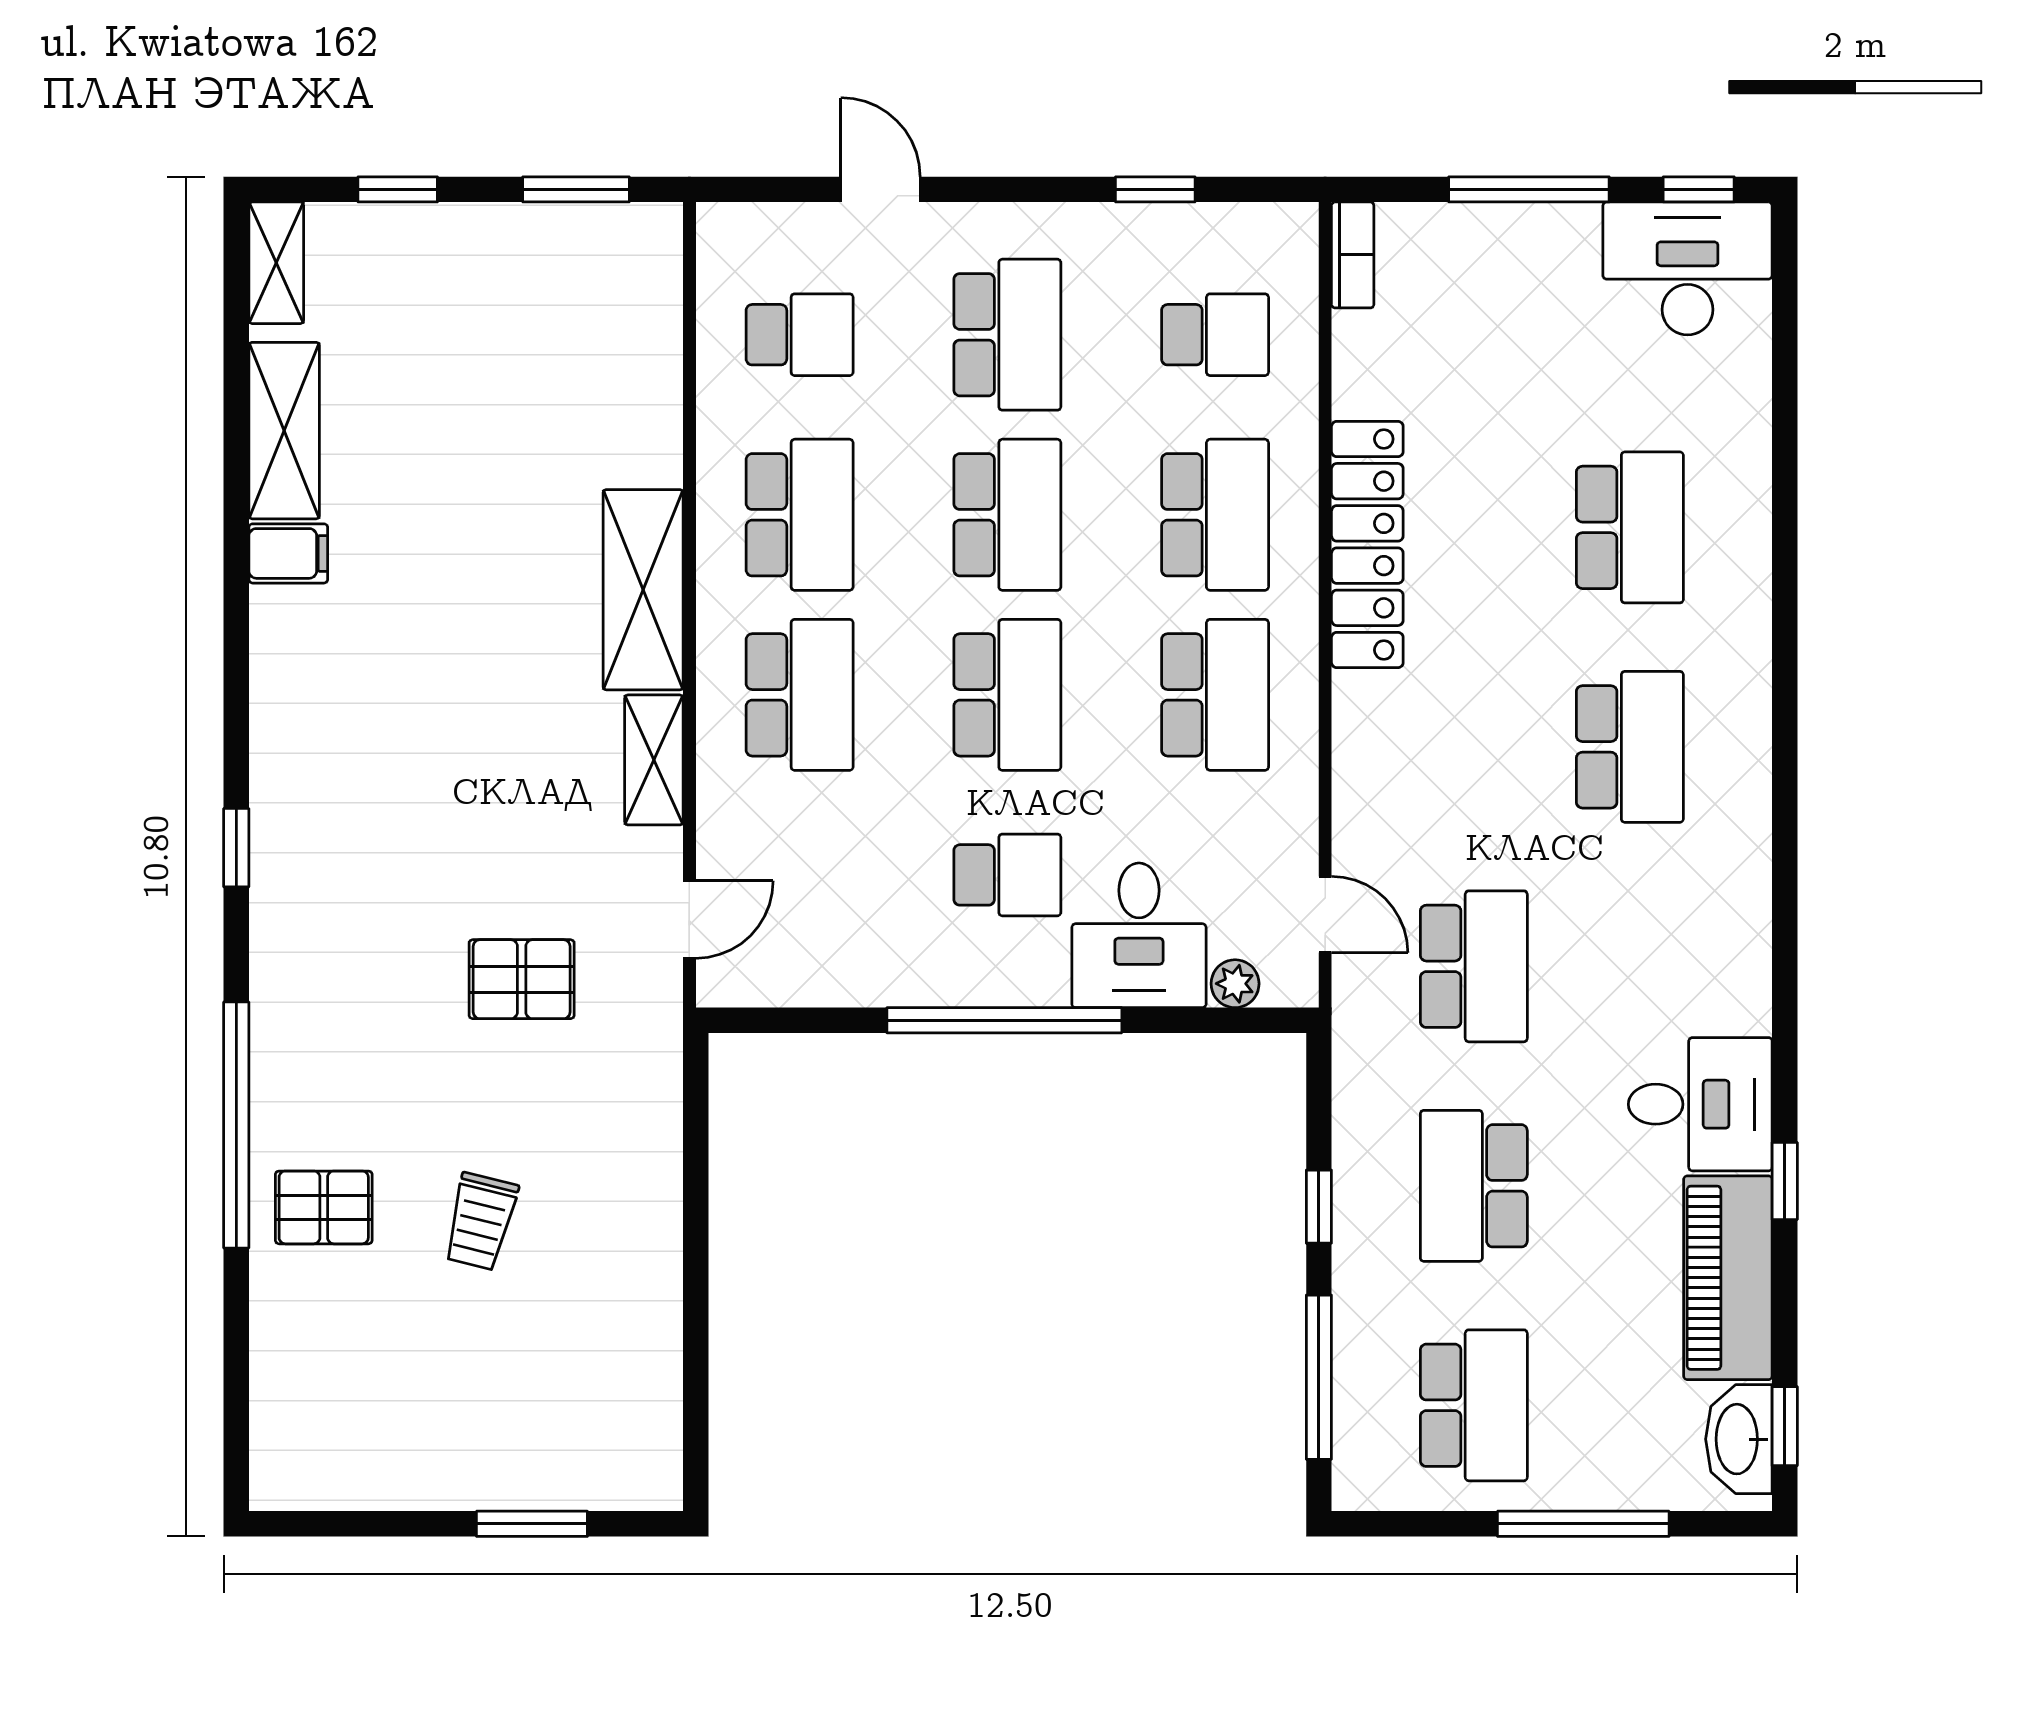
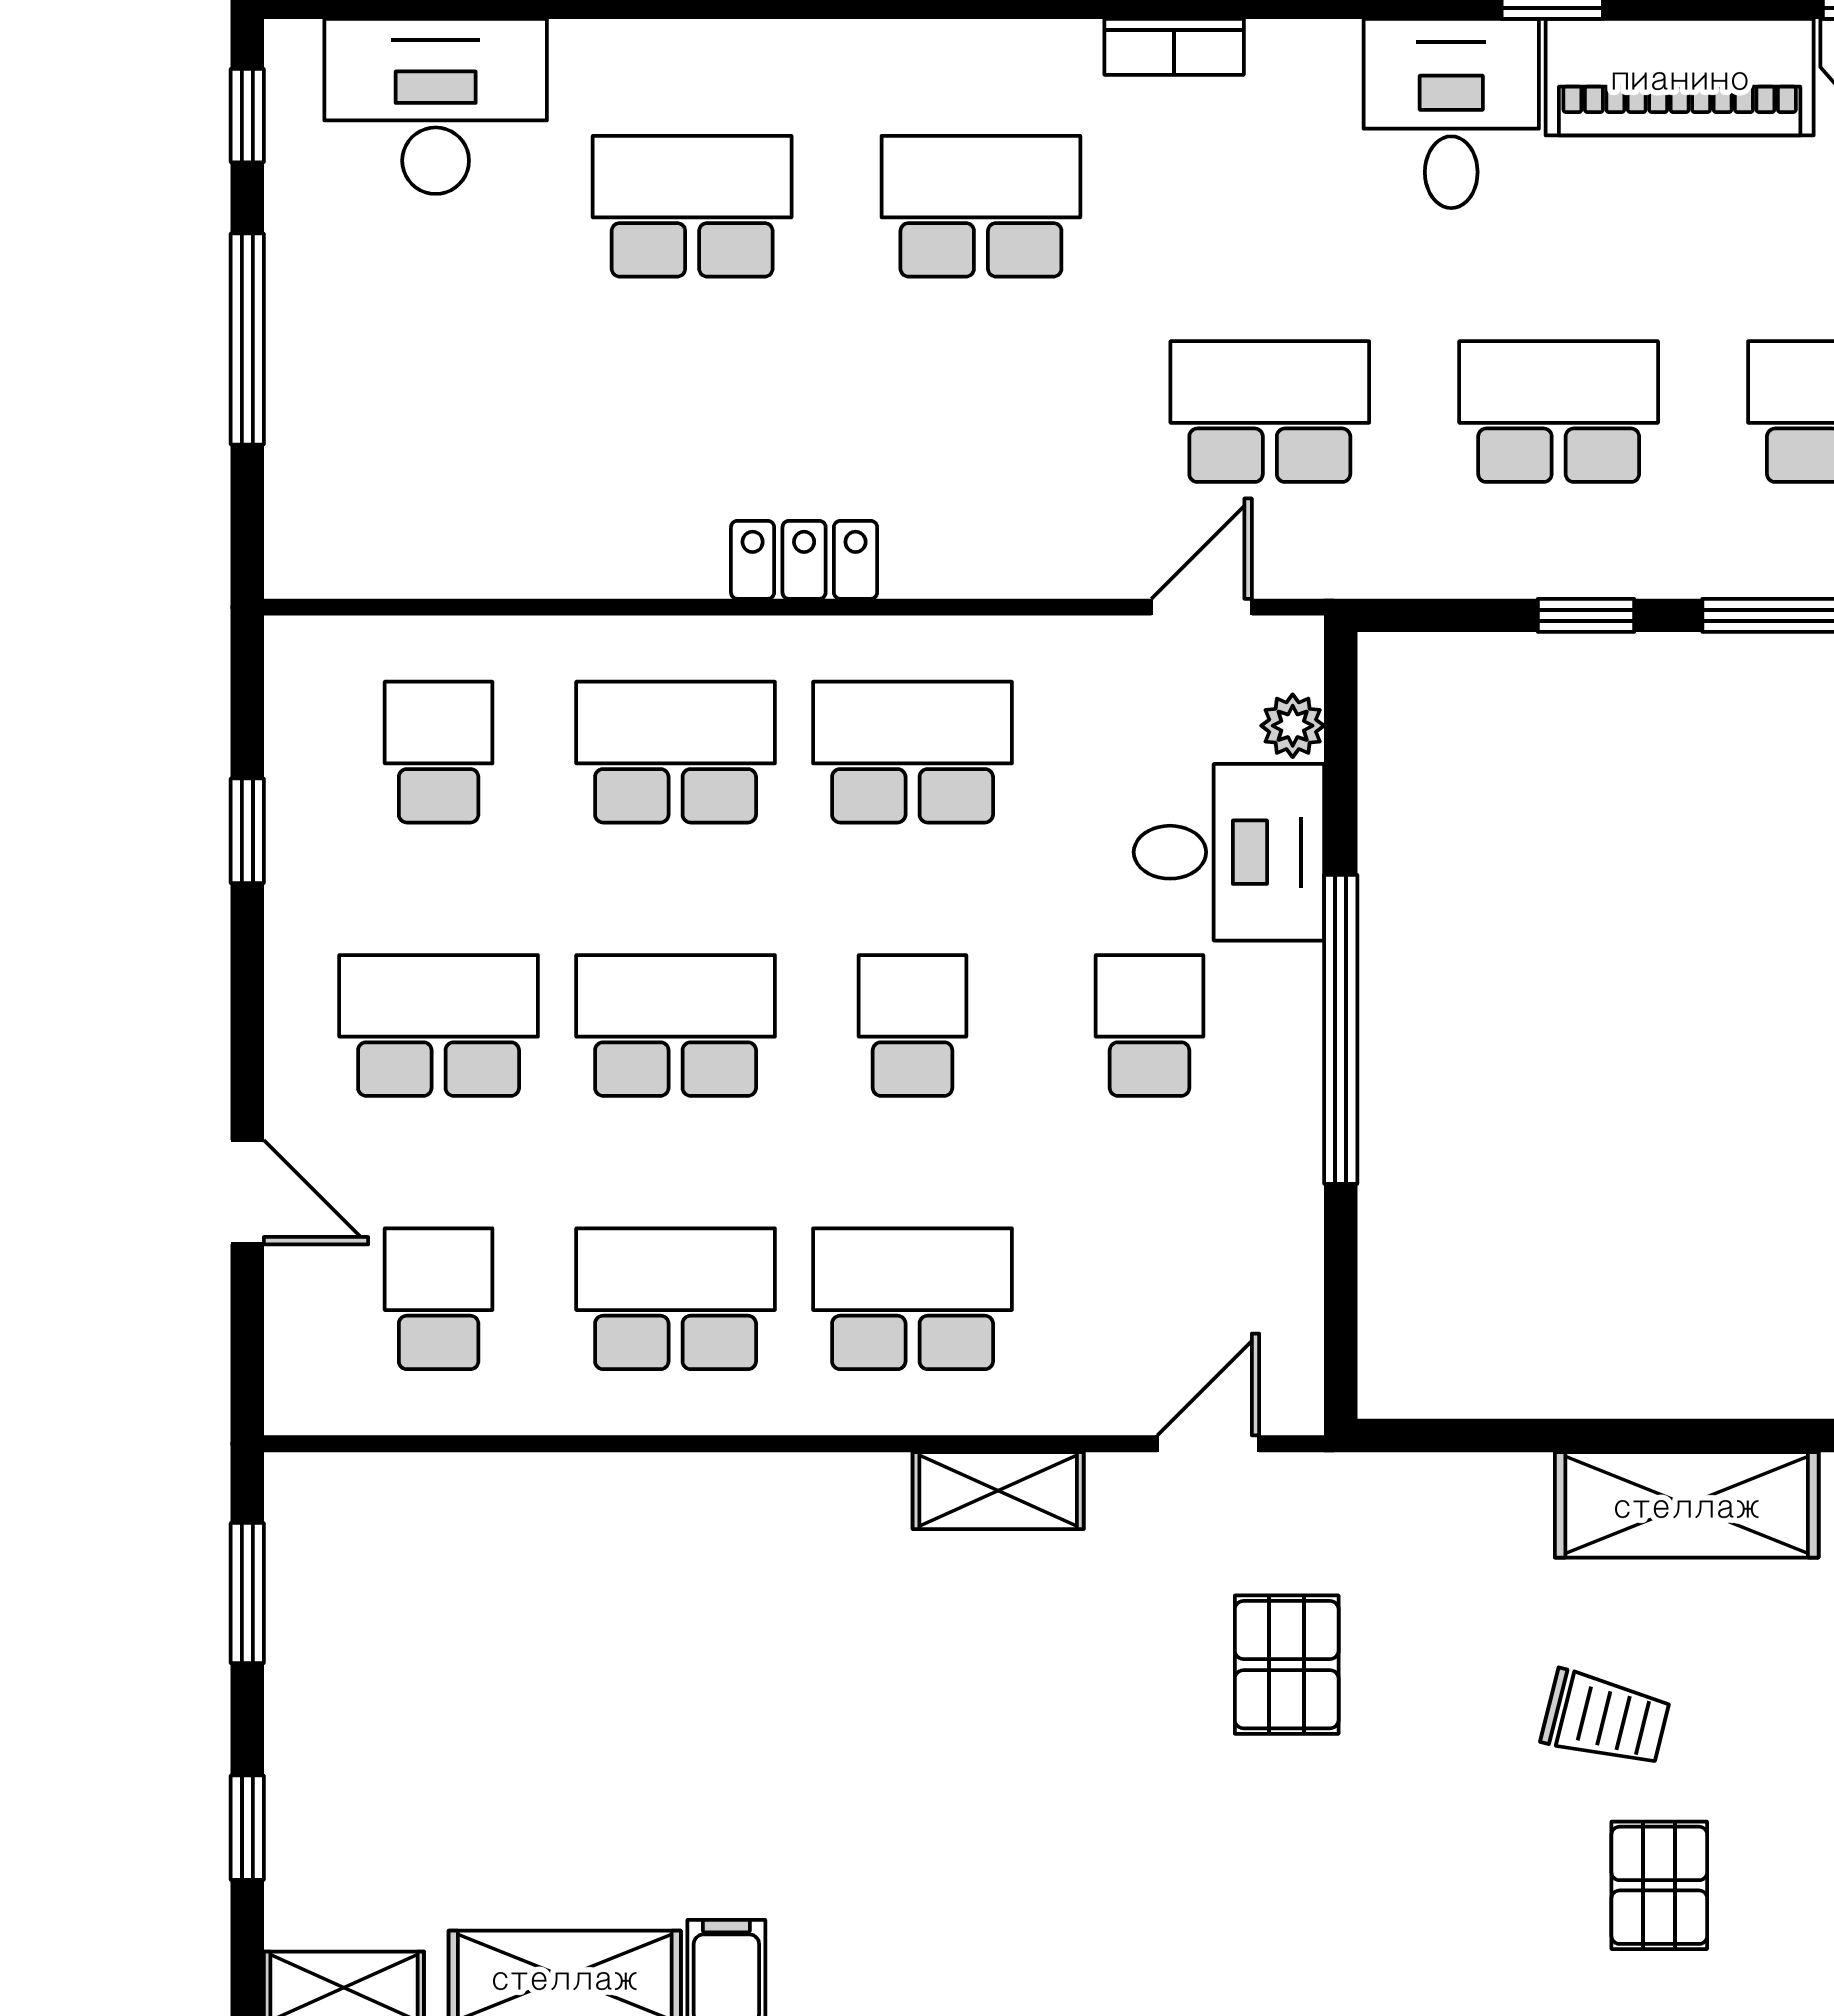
door: (881, 189) -> (247, 1192), swing flipped
bookcase: (1353, 255) -> (1174, 47), moved, turned 180
desk: (1688, 268) -> (436, 106), moved, turned 90
locker: (1367, 544) -> (804, 560), width x0.46, depth x0.83
shelving: (643, 590) -> (1687, 1505), moved
school desk: (1007, 695) -> (913, 1025), width x0.54
door: (689, 920) -> (1208, 1444), hinge flipped
school desk: (1474, 1186) -> (1559, 412), turned 180
pallet: (324, 1207) -> (1659, 1885), moved

